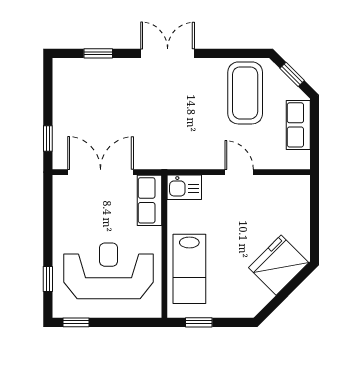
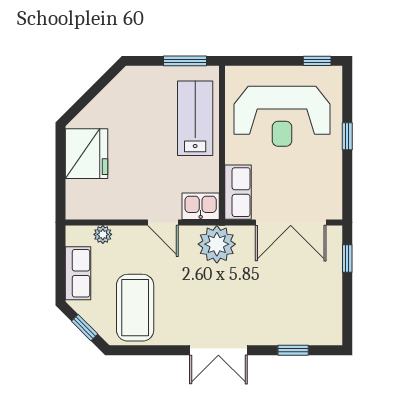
plant: (169, 152) -> (217, 244), added
plant: (275, 161) -> (103, 234), added
door: (239, 172) -> (163, 222), moved
fridge: (279, 265) -> (86, 154), moved, turned -45
window: (48, 279) -> (347, 136), moved
window: (199, 322) -> (185, 61), width x1.50

